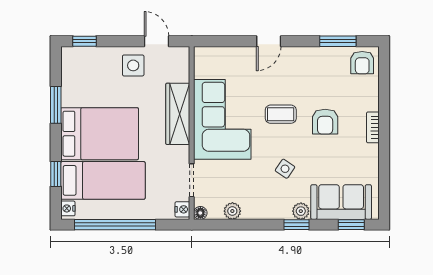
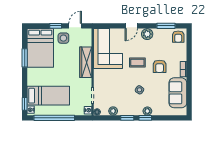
window: (85, 41) -> (56, 26), moved
door: (157, 41) -> (75, 26), hinge flipped
plant: (300, 57) -> (147, 34), added
corner sofa: (222, 119) -> (108, 49), moved
bed: (100, 134) -> (40, 48), moved, turned 90
window: (56, 174) -> (25, 104), moved
sofa: (341, 202) -> (178, 93), moved, turned -90
window: (351, 225) -> (127, 118), moved

